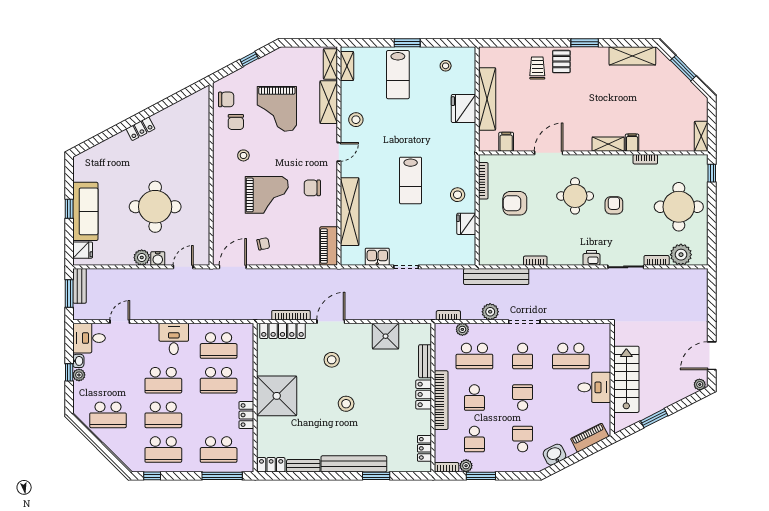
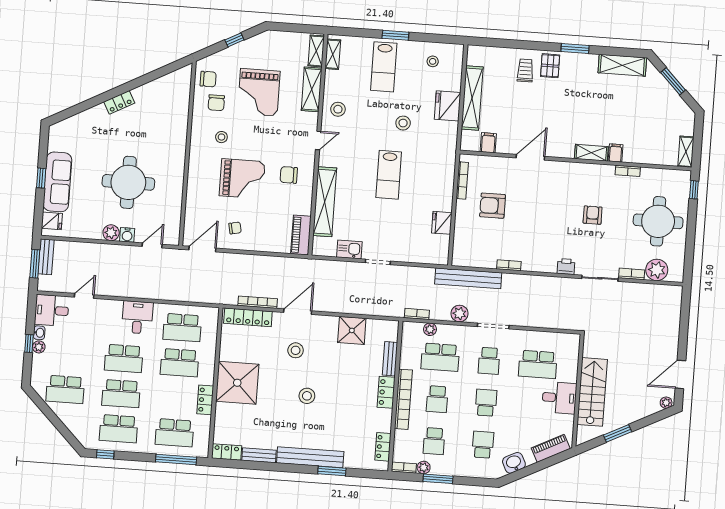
stool: (458, 195) -> (403, 123), moved
round table: (575, 196) -> (554, 203), removed

